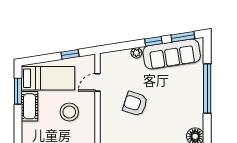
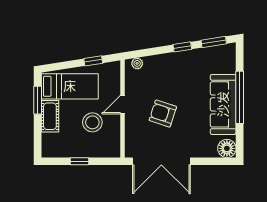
plant: (136, 53) -> (137, 63), moved
sofa: (172, 54) -> (223, 104), moved, turned 99
door: (97, 82) -> (123, 105), moved

